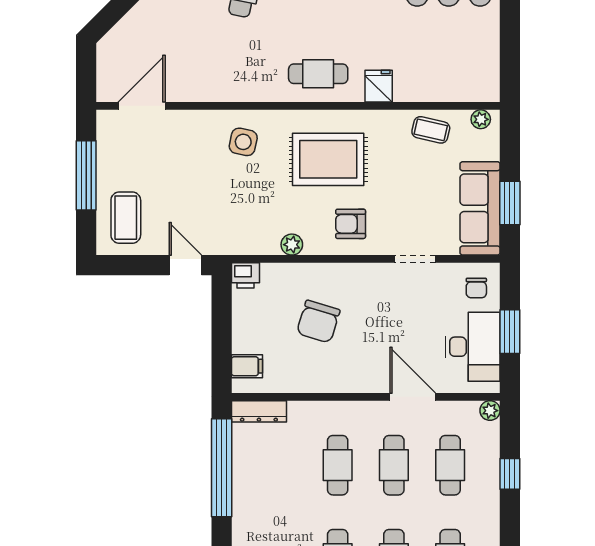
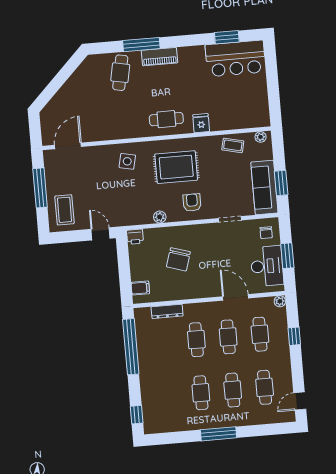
armchair: (351, 224) -> (192, 202), turned 90
dresser: (259, 411) -> (167, 311), moved

